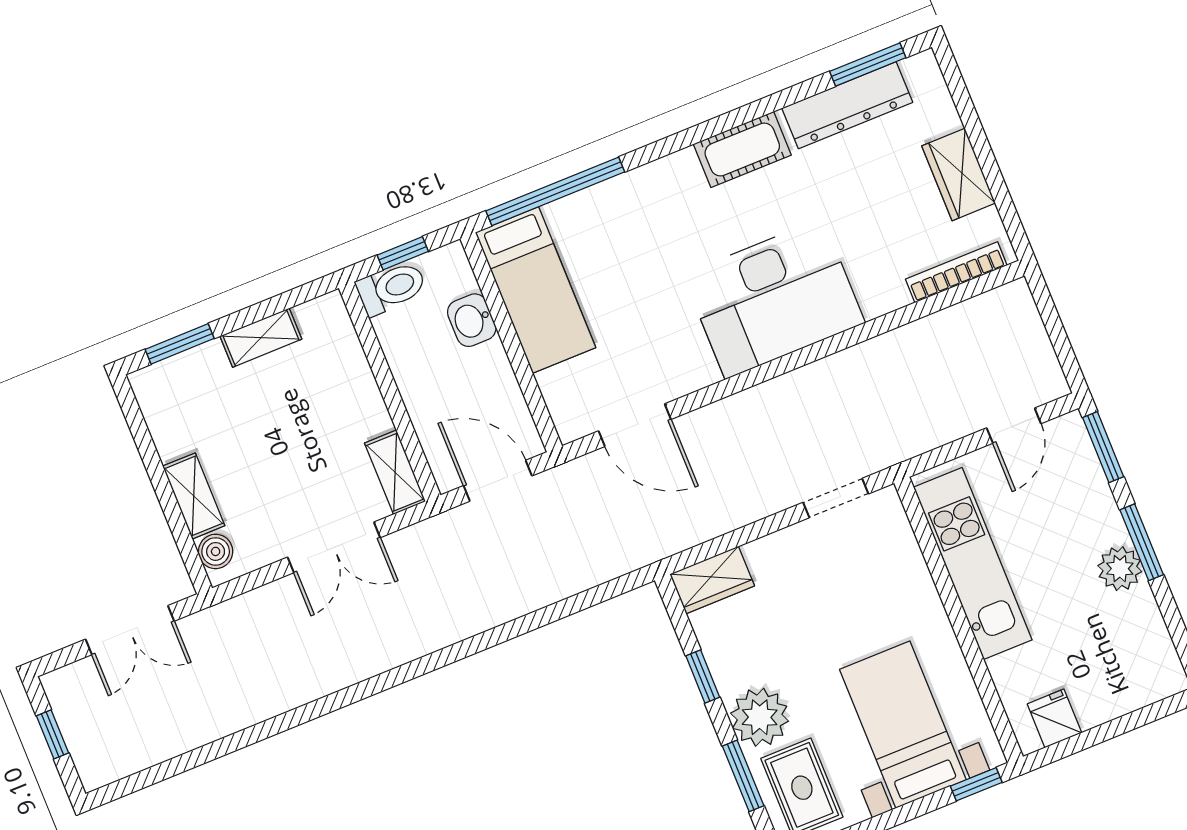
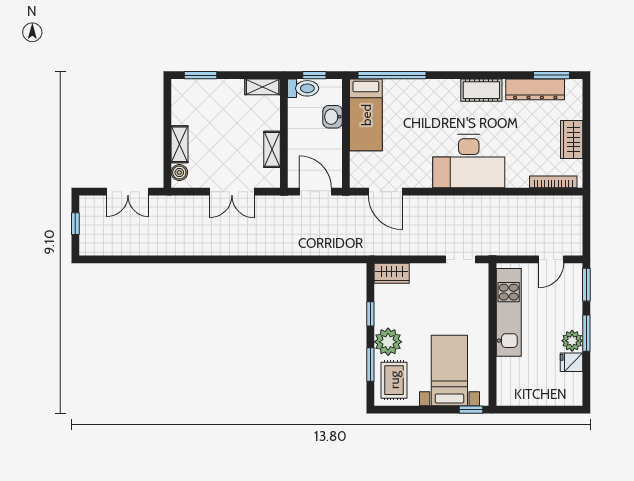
shelving: (261, 338) -> (263, 87), moved
shelving: (395, 472) -> (272, 149), moved
fridge: (1054, 718) -> (571, 362), moved, turned -90

